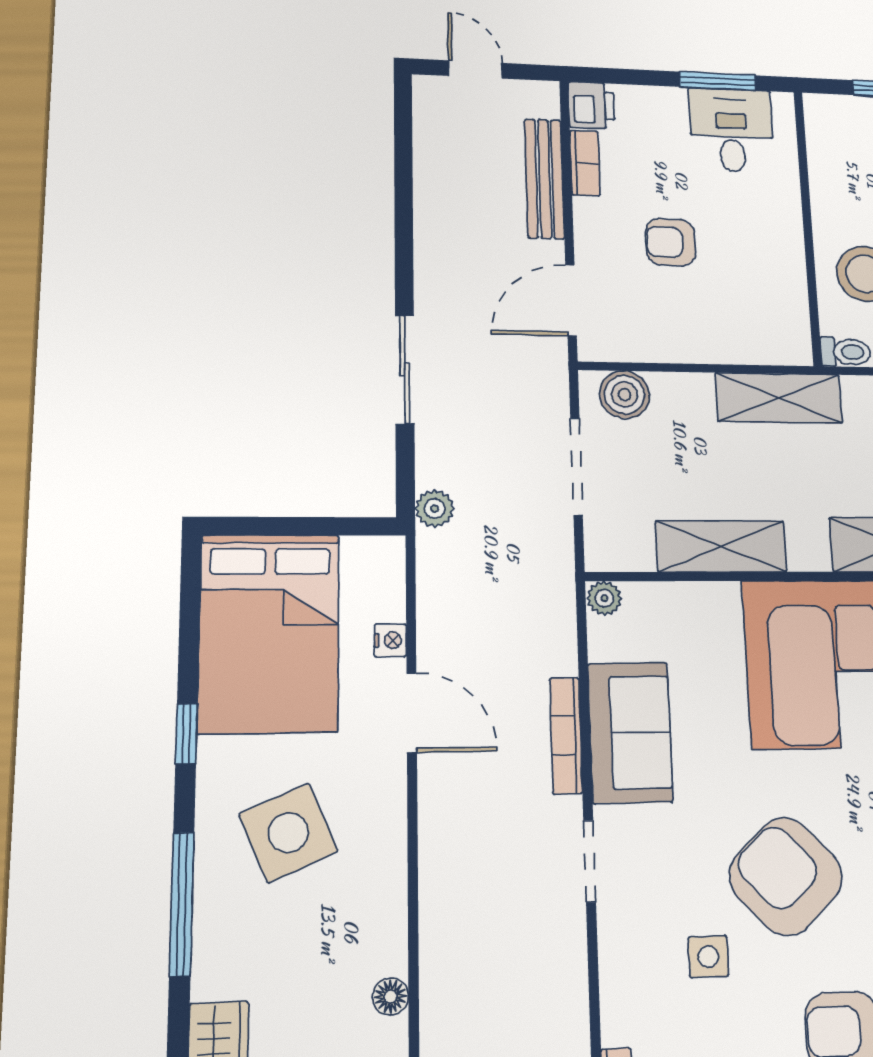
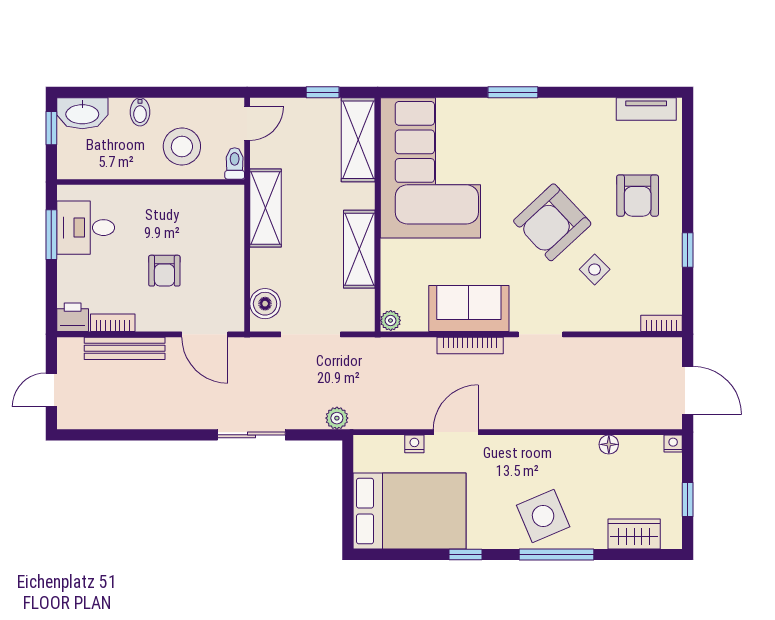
side table: (288, 833) -> (543, 516), moved
side table: (708, 957) -> (595, 269), turned 45

